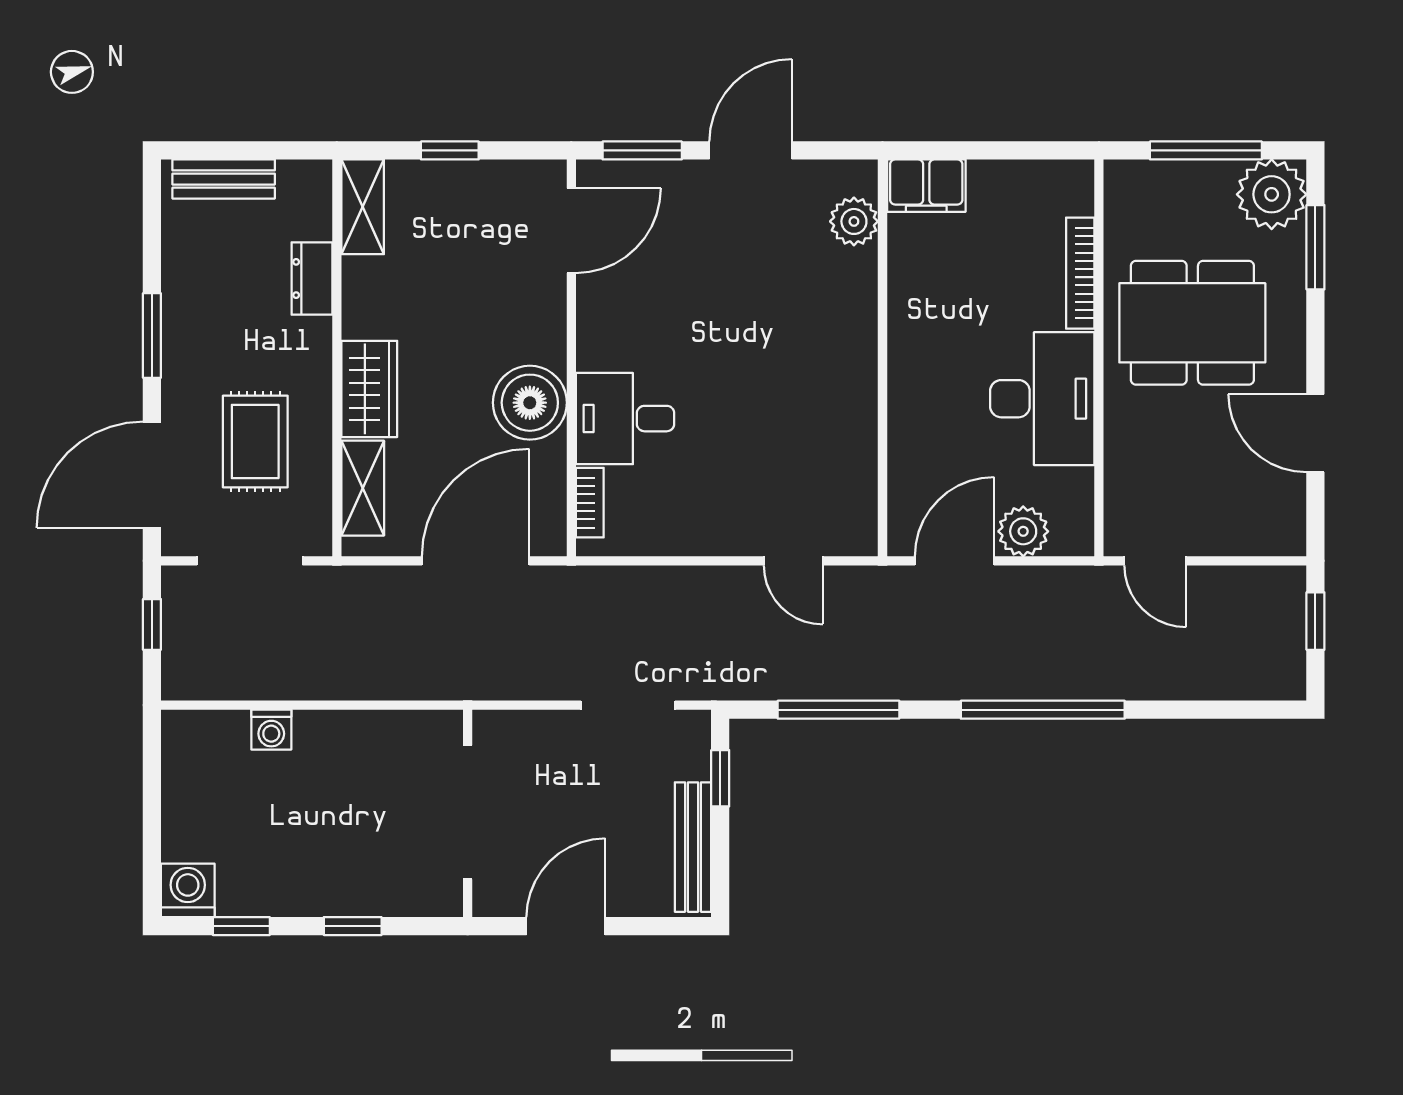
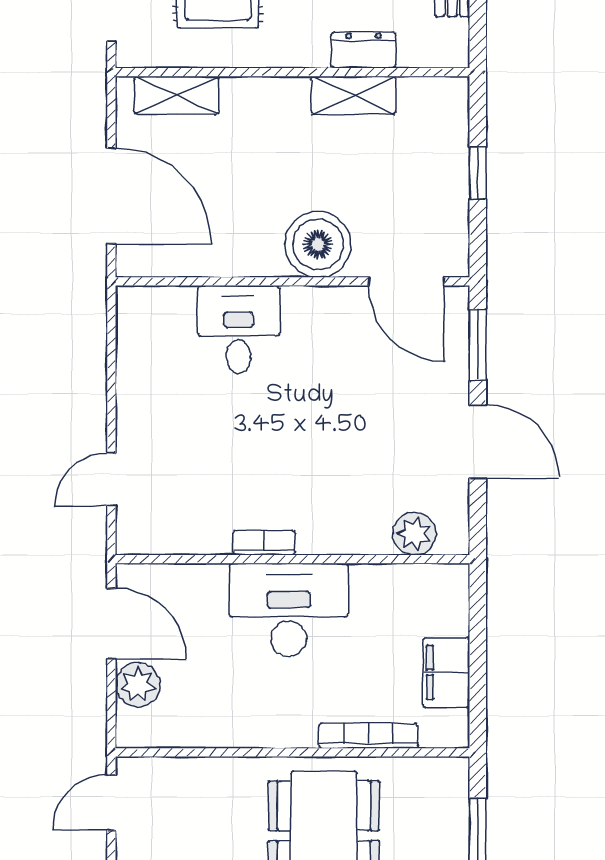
filing cabinet: (926, 186) -> (446, 673), moved
shelving: (363, 207) -> (353, 95), moved
wardrobe: (369, 389) -> (265, 101), removed
desk: (1042, 399) -> (289, 610), moved, turned 180
boiler: (530, 403) -> (318, 244), moved
bookcase: (590, 503) -> (264, 543), moved, turned 180

